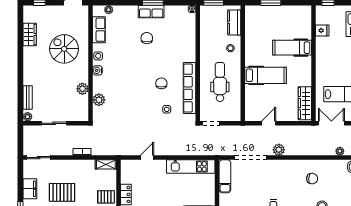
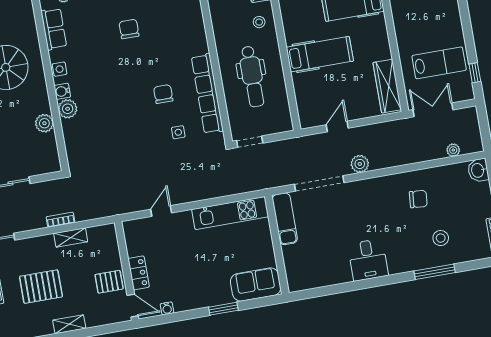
dental chair: (220, 82) -> (252, 76), turned 180
plant: (99, 100) -> (68, 109), moved
shelving: (106, 164) -> (71, 238), moved

